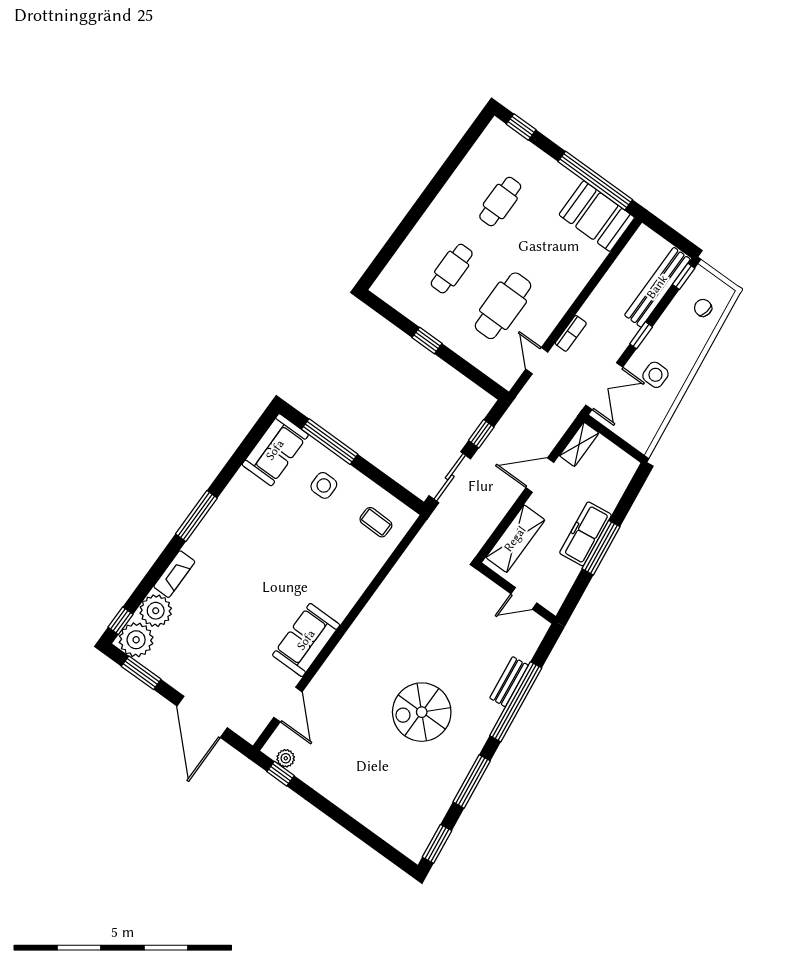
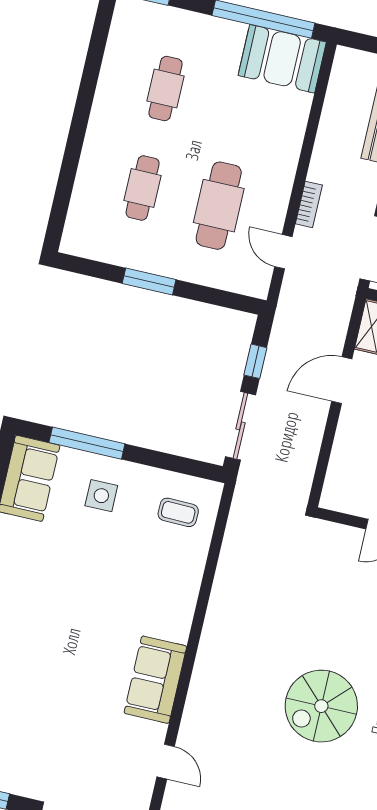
window: (427, 340) -> (149, 281), width x1.50
shelving: (515, 539) -> (344, 464), removed
door: (288, 705) -> (166, 762), width x0.73

